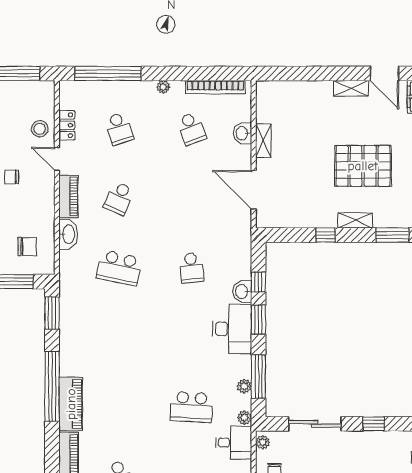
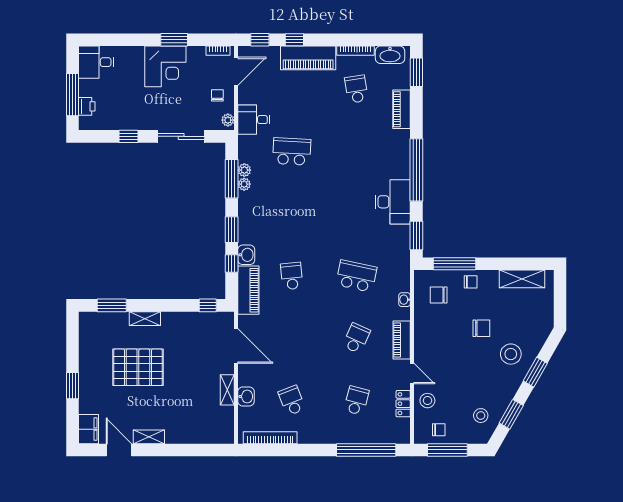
plant: (163, 87) -> (317, 438), removed
school desk: (119, 129) -> (356, 401), turned 33
chair: (12, 177) -> (439, 430), moved
washbasin: (68, 234) -> (405, 300), width x0.52, depth x0.69
window: (326, 235) -> (208, 305), moved
desk: (232, 329) -> (393, 202), moved, turned 180
piano: (71, 404) -> (248, 290), moved, turned 180
plant: (244, 418) -> (244, 184), moved

